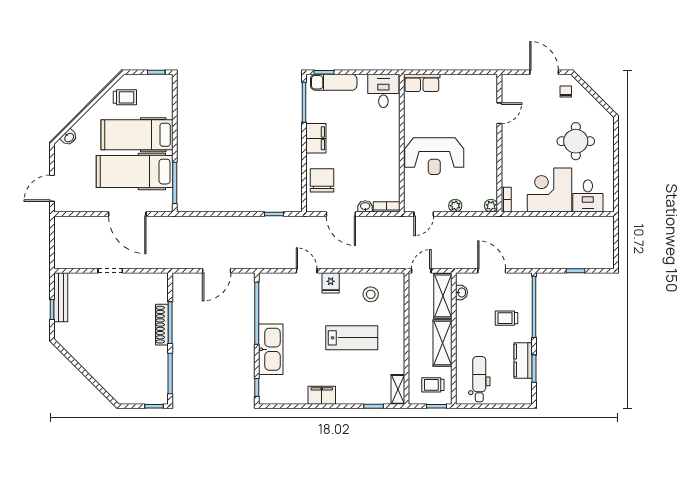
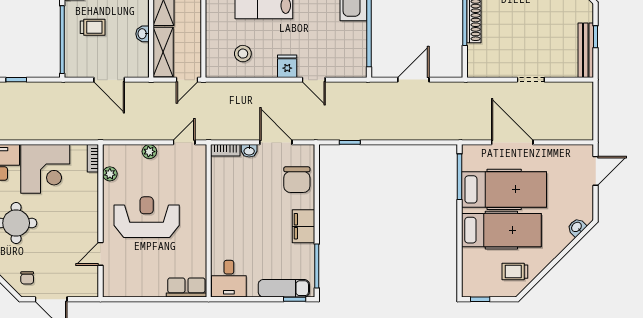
reception desk: (434, 156) -> (147, 217), moved
plant: (491, 206) -> (110, 174), moved
washbasin: (461, 292) -> (143, 34), moved

